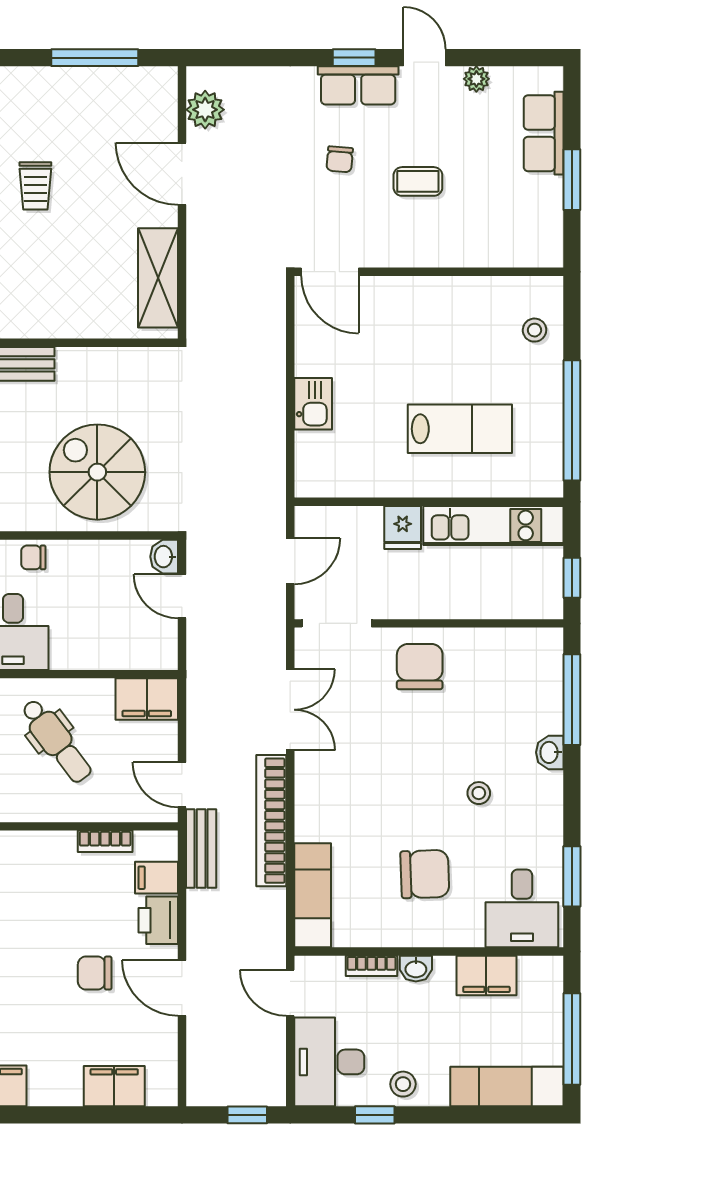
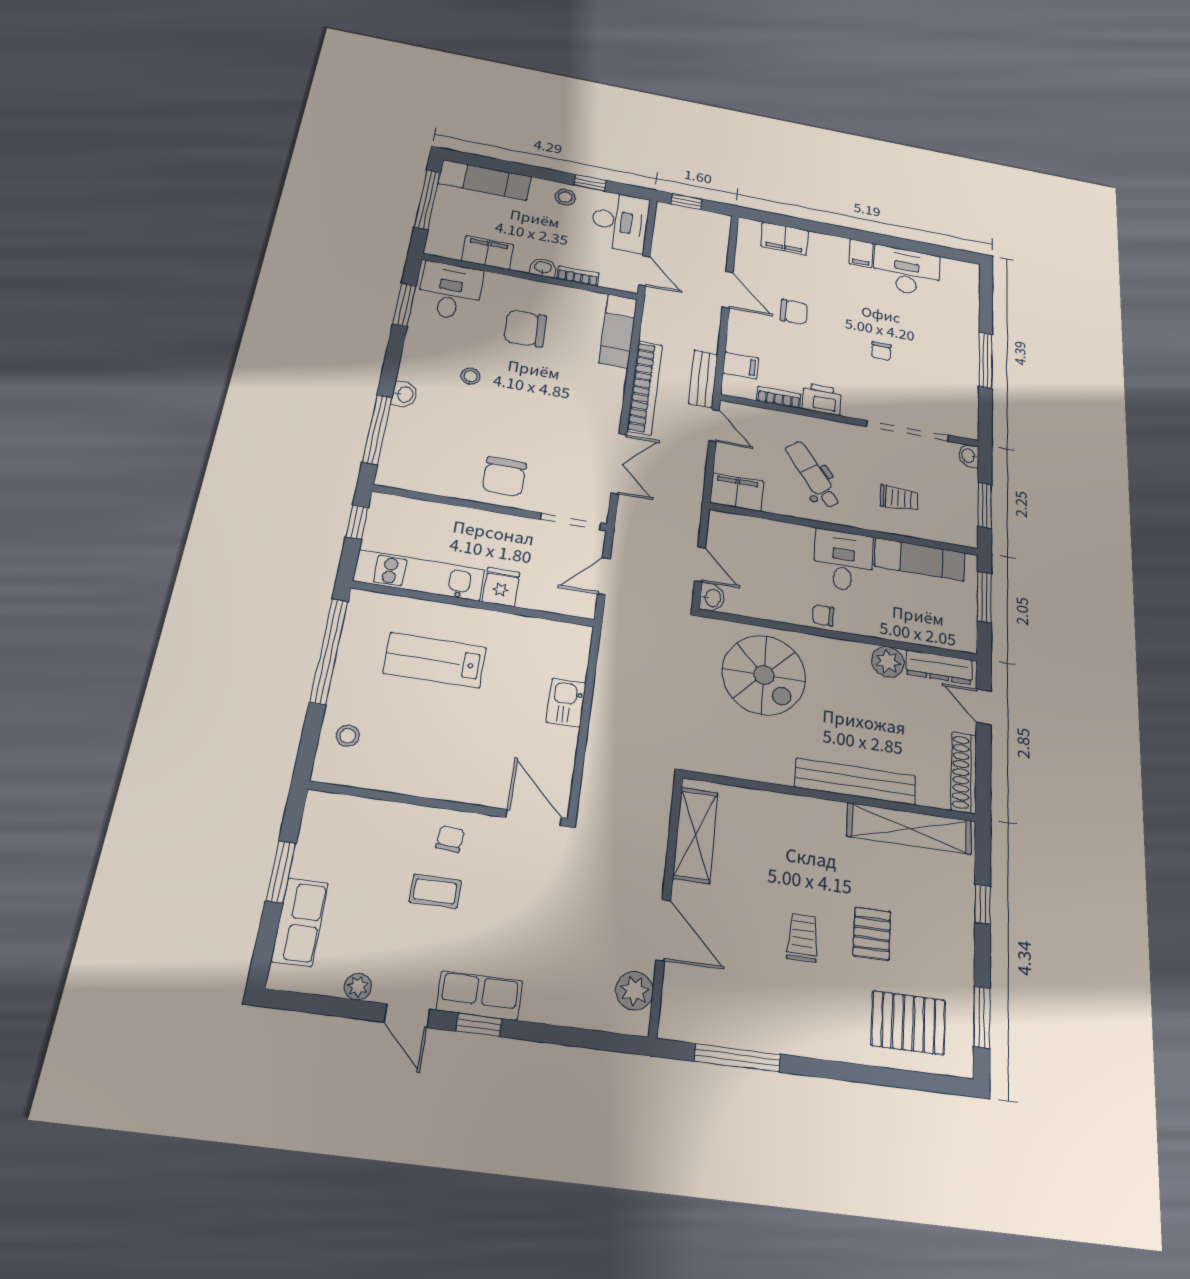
chair: (340, 159) -> (450, 839), moved
chair: (33, 557) -> (823, 615), turned 180
double door: (290, 710) -> (619, 464), swing flipped
printer: (158, 920) -> (822, 399), moved, turned -90

